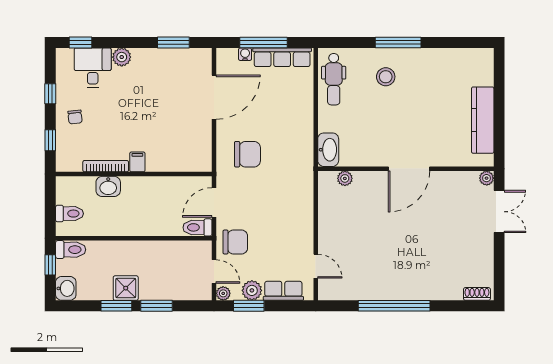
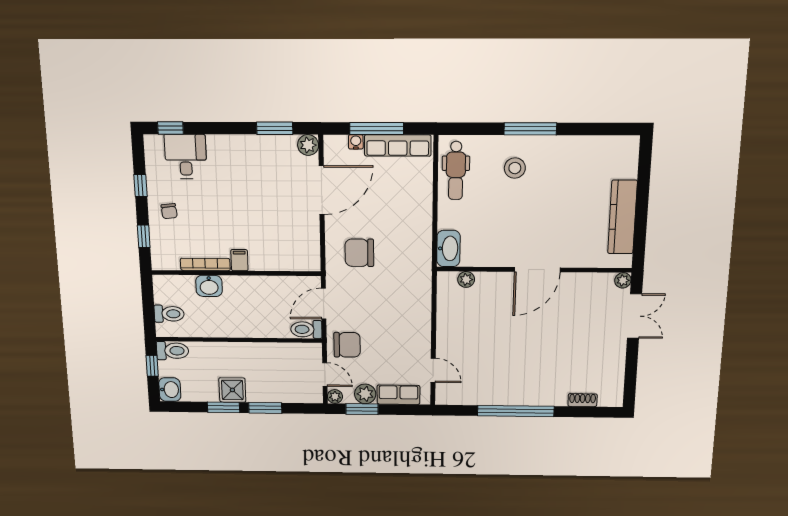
plant: (122, 57) -> (308, 145), moved
chair: (247, 154) -> (359, 253), turned 180
shoe rack: (477, 294) -> (583, 400), moved

